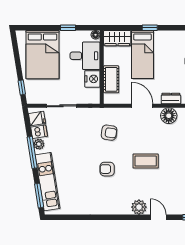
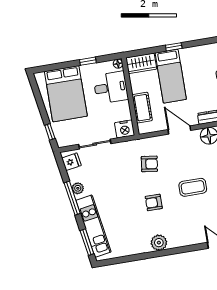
nightstand: (92, 79) -> (125, 129), moved, turned 90
dishwasher: (39, 132) -> (76, 175), removed
plant: (139, 207) -> (159, 243), moved

